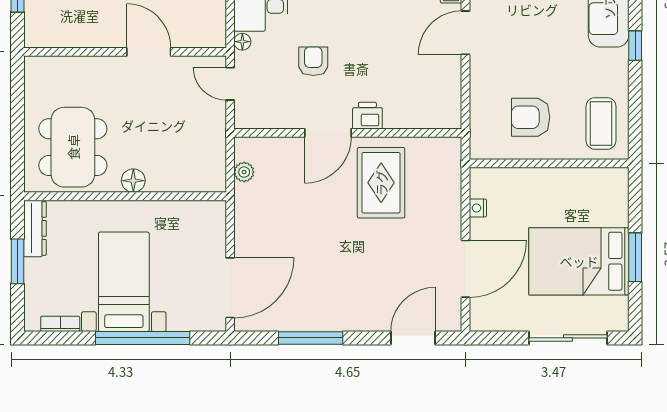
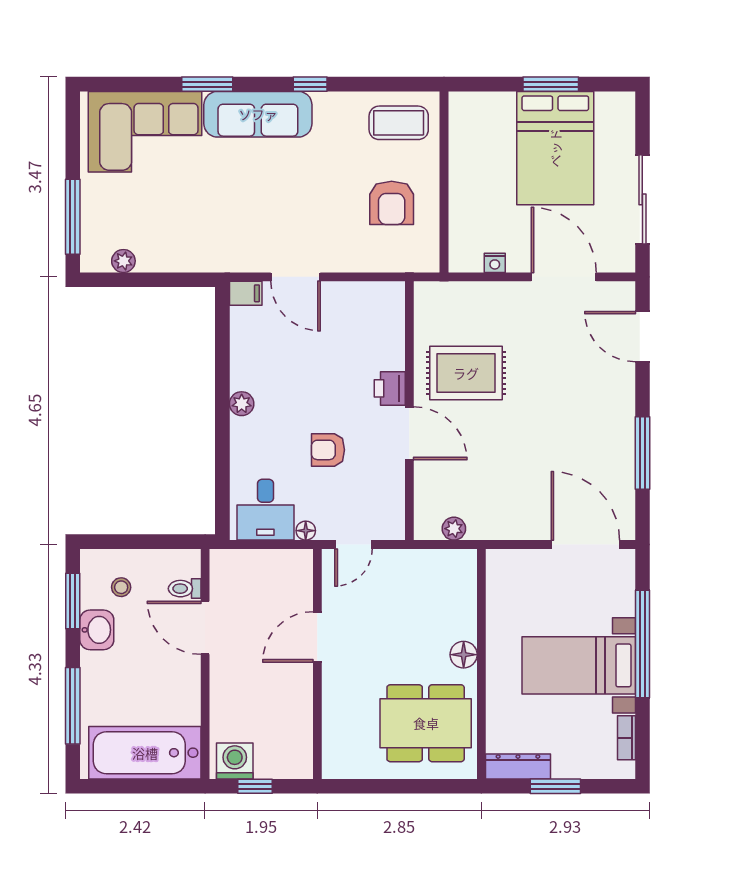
sliding door: (568, 338) -> (642, 199), moved

